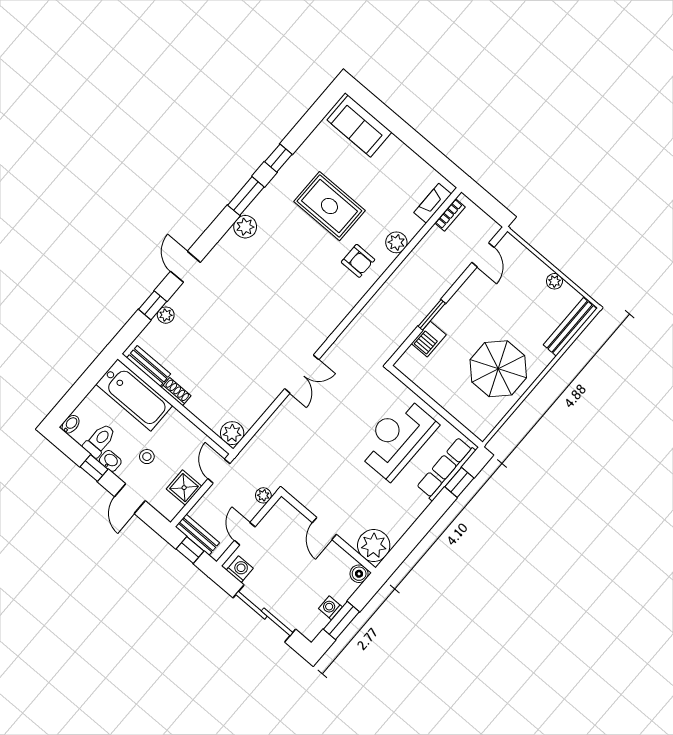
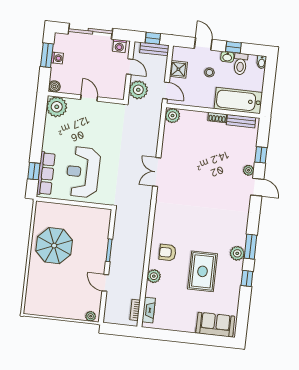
rug: (329, 206) -> (203, 271), turned 90
plant: (245, 227) -> (237, 253), moved
door: (483, 255) -> (105, 283), moved
plant: (554, 281) -> (91, 316), moved
plant: (166, 315) -> (249, 170), moved
bench: (570, 327) -> (31, 294), removed
barbecue: (429, 339) -> (102, 236), removed
reception desk: (397, 438) -> (83, 172), turned 180
plant: (263, 495) -> (138, 90), width x1.87, depth x1.87

